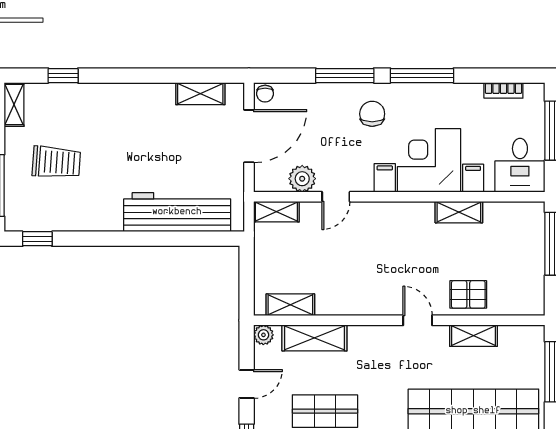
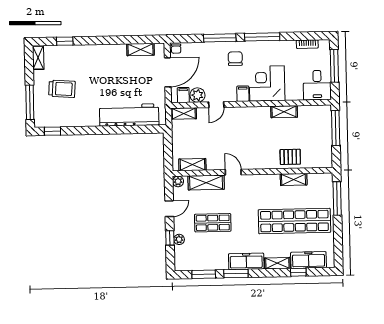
filing cabinet: (473, 178) -> (183, 95), moved
door: (418, 320) -> (233, 172), moved

